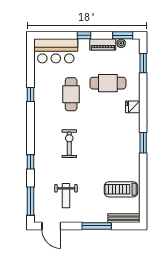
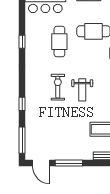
weight bench: (66, 196) -> (82, 90), moved
window: (97, 226) -> (69, 163), moved

